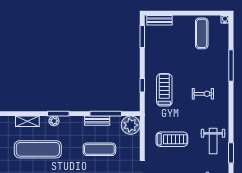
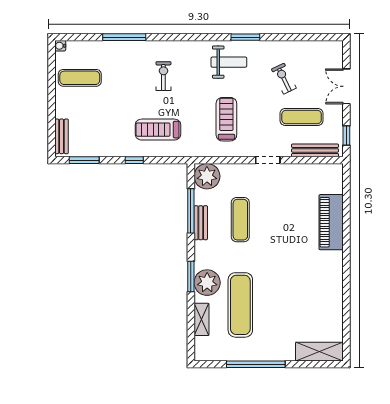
window: (142, 85) -> (134, 160), moved
plant: (54, 121) -> (207, 283), width x1.87, depth x1.87

